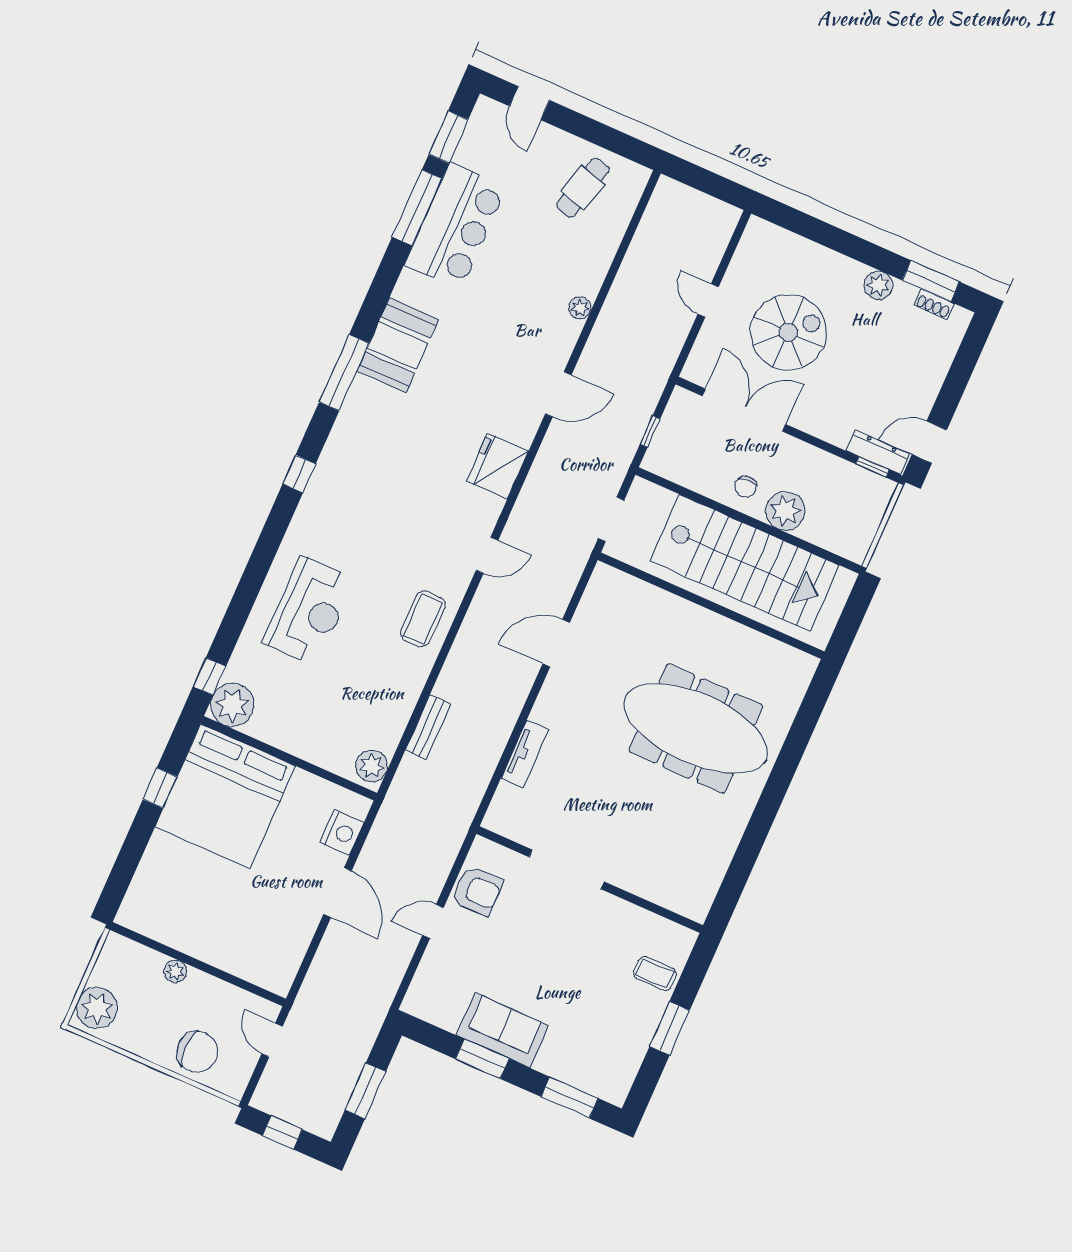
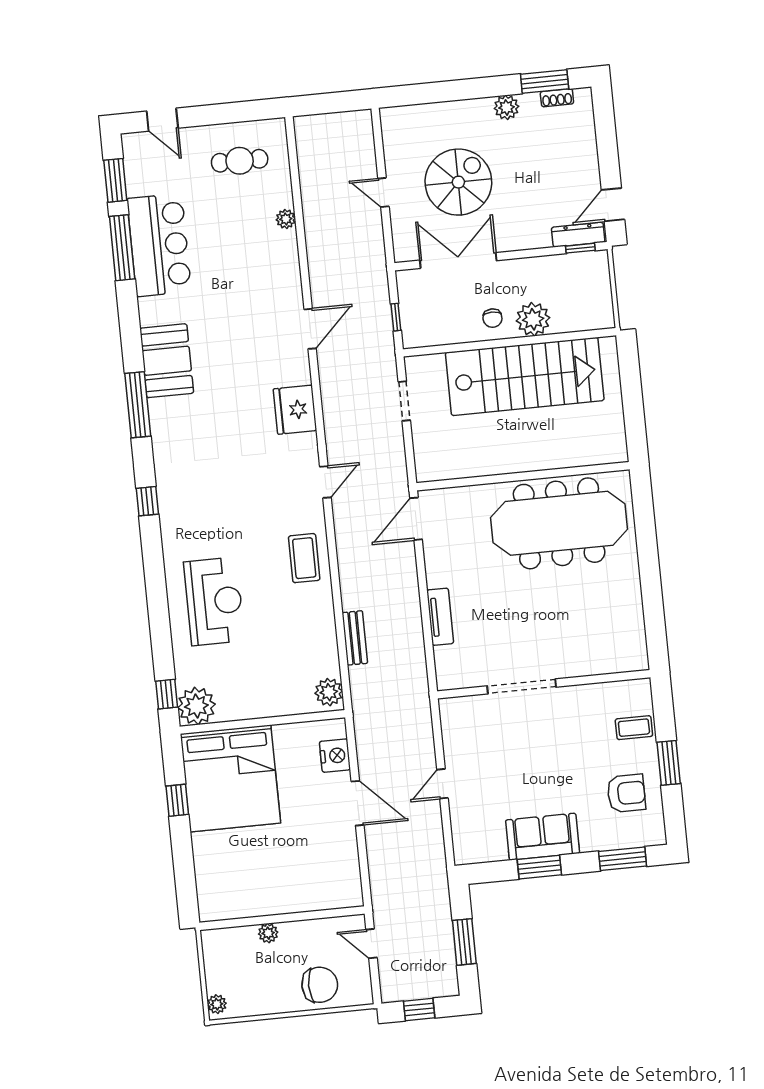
cafe table: (583, 188) -> (240, 161), turned 75
plant: (580, 308) -> (286, 219), moved
wall: (711, 606) -> (523, 476), moved
armchair: (477, 891) -> (626, 793), moved
plant: (97, 1008) -> (217, 1004), width x0.53, depth x0.53

